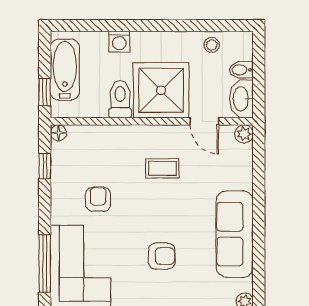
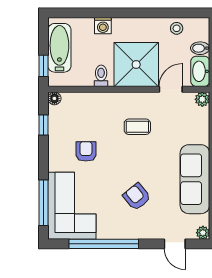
toilet: (120, 99) -> (101, 76), width x0.73, depth x0.72
door: (204, 121) -> (171, 89), swing flipped
armchair: (162, 256) -> (137, 197), turned -129

